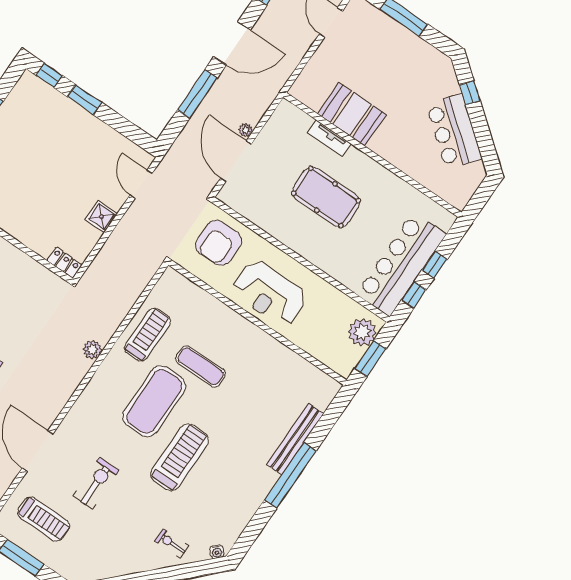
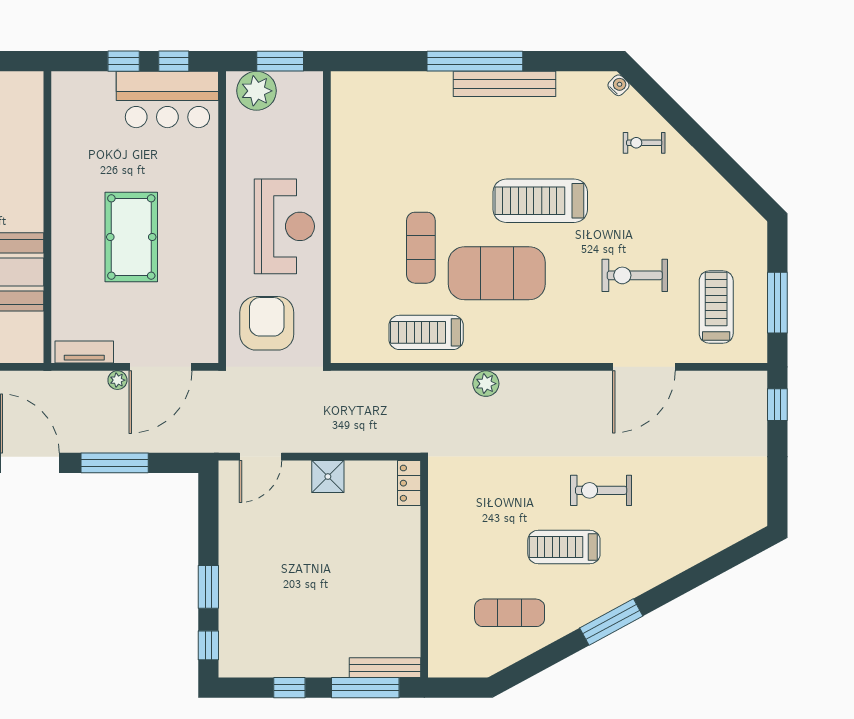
tv unit: (329, 138) -> (84, 352), moved, turned -90
armchair: (219, 243) -> (267, 323), turned -90
bar counter: (401, 264) -> (167, 99), width x0.73
bench: (295, 439) -> (504, 84), moved
exercise bike: (172, 543) -> (644, 143), turned 90

